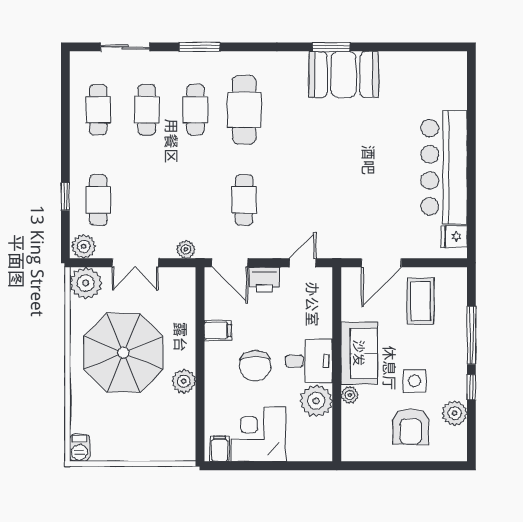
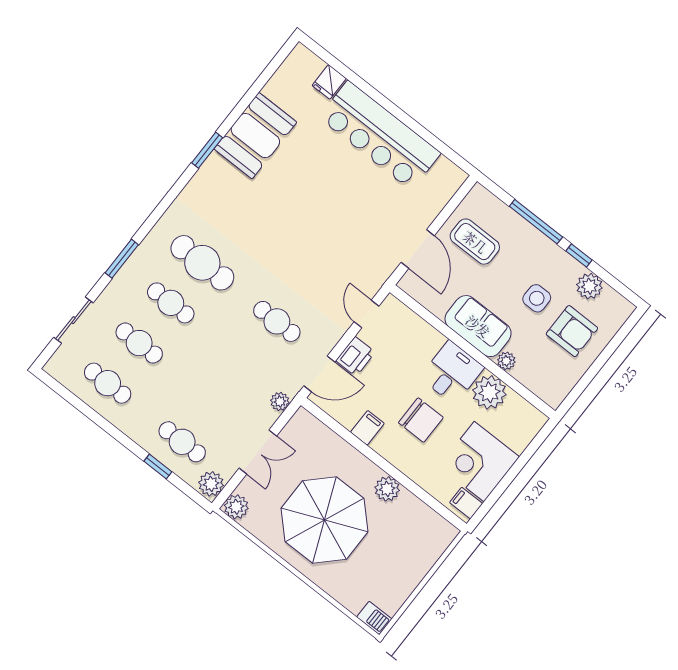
booth: (344, 74) -> (255, 136), moved
fridge: (454, 237) -> (329, 82), moved
plant: (86, 283) -> (236, 507), width x0.73, depth x0.73

